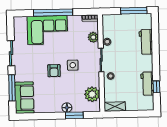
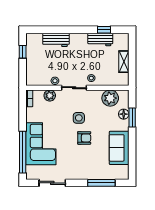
window: (134, 11) -> (23, 52), width x0.46
window: (53, 13) -> (23, 152), moved
sliding door: (11, 53) -> (52, 183), moved
sofa: (24, 98) -> (119, 148), moved, turned -90
shelving: (115, 107) -> (124, 62), moved
floor lamp: (67, 108) -> (124, 114), moved

